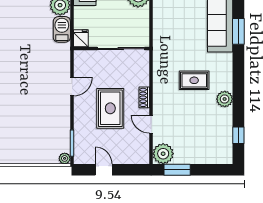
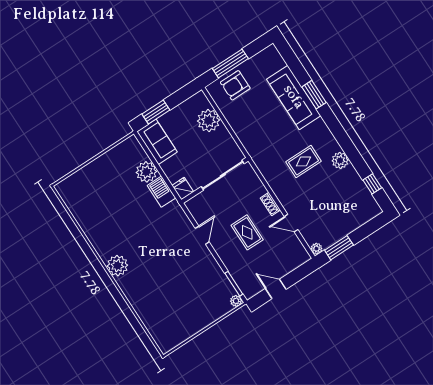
rug: (110, 108) -> (247, 232), width x0.73, depth x0.70
plant: (163, 154) -> (316, 249), width x0.53, depth x0.53

